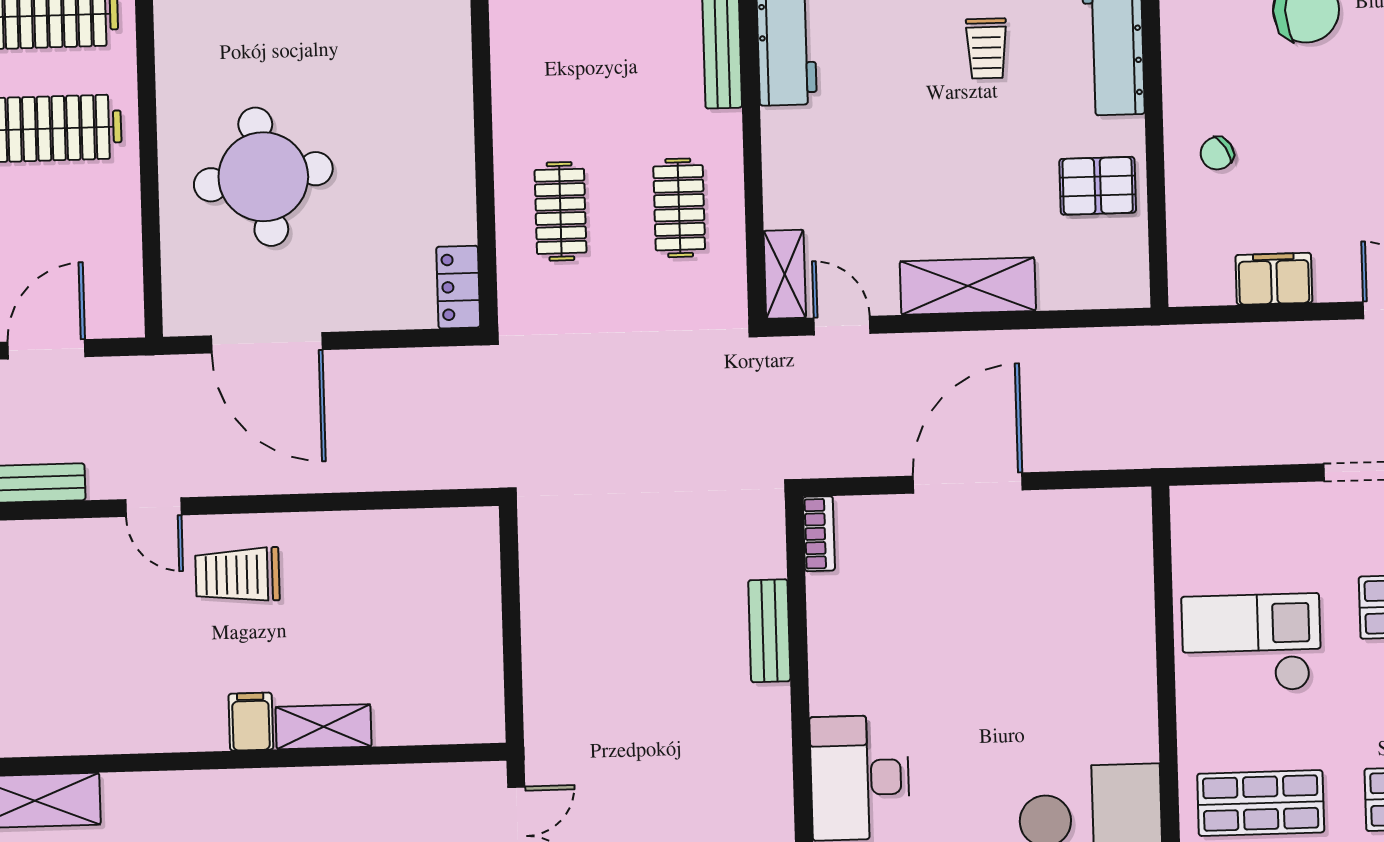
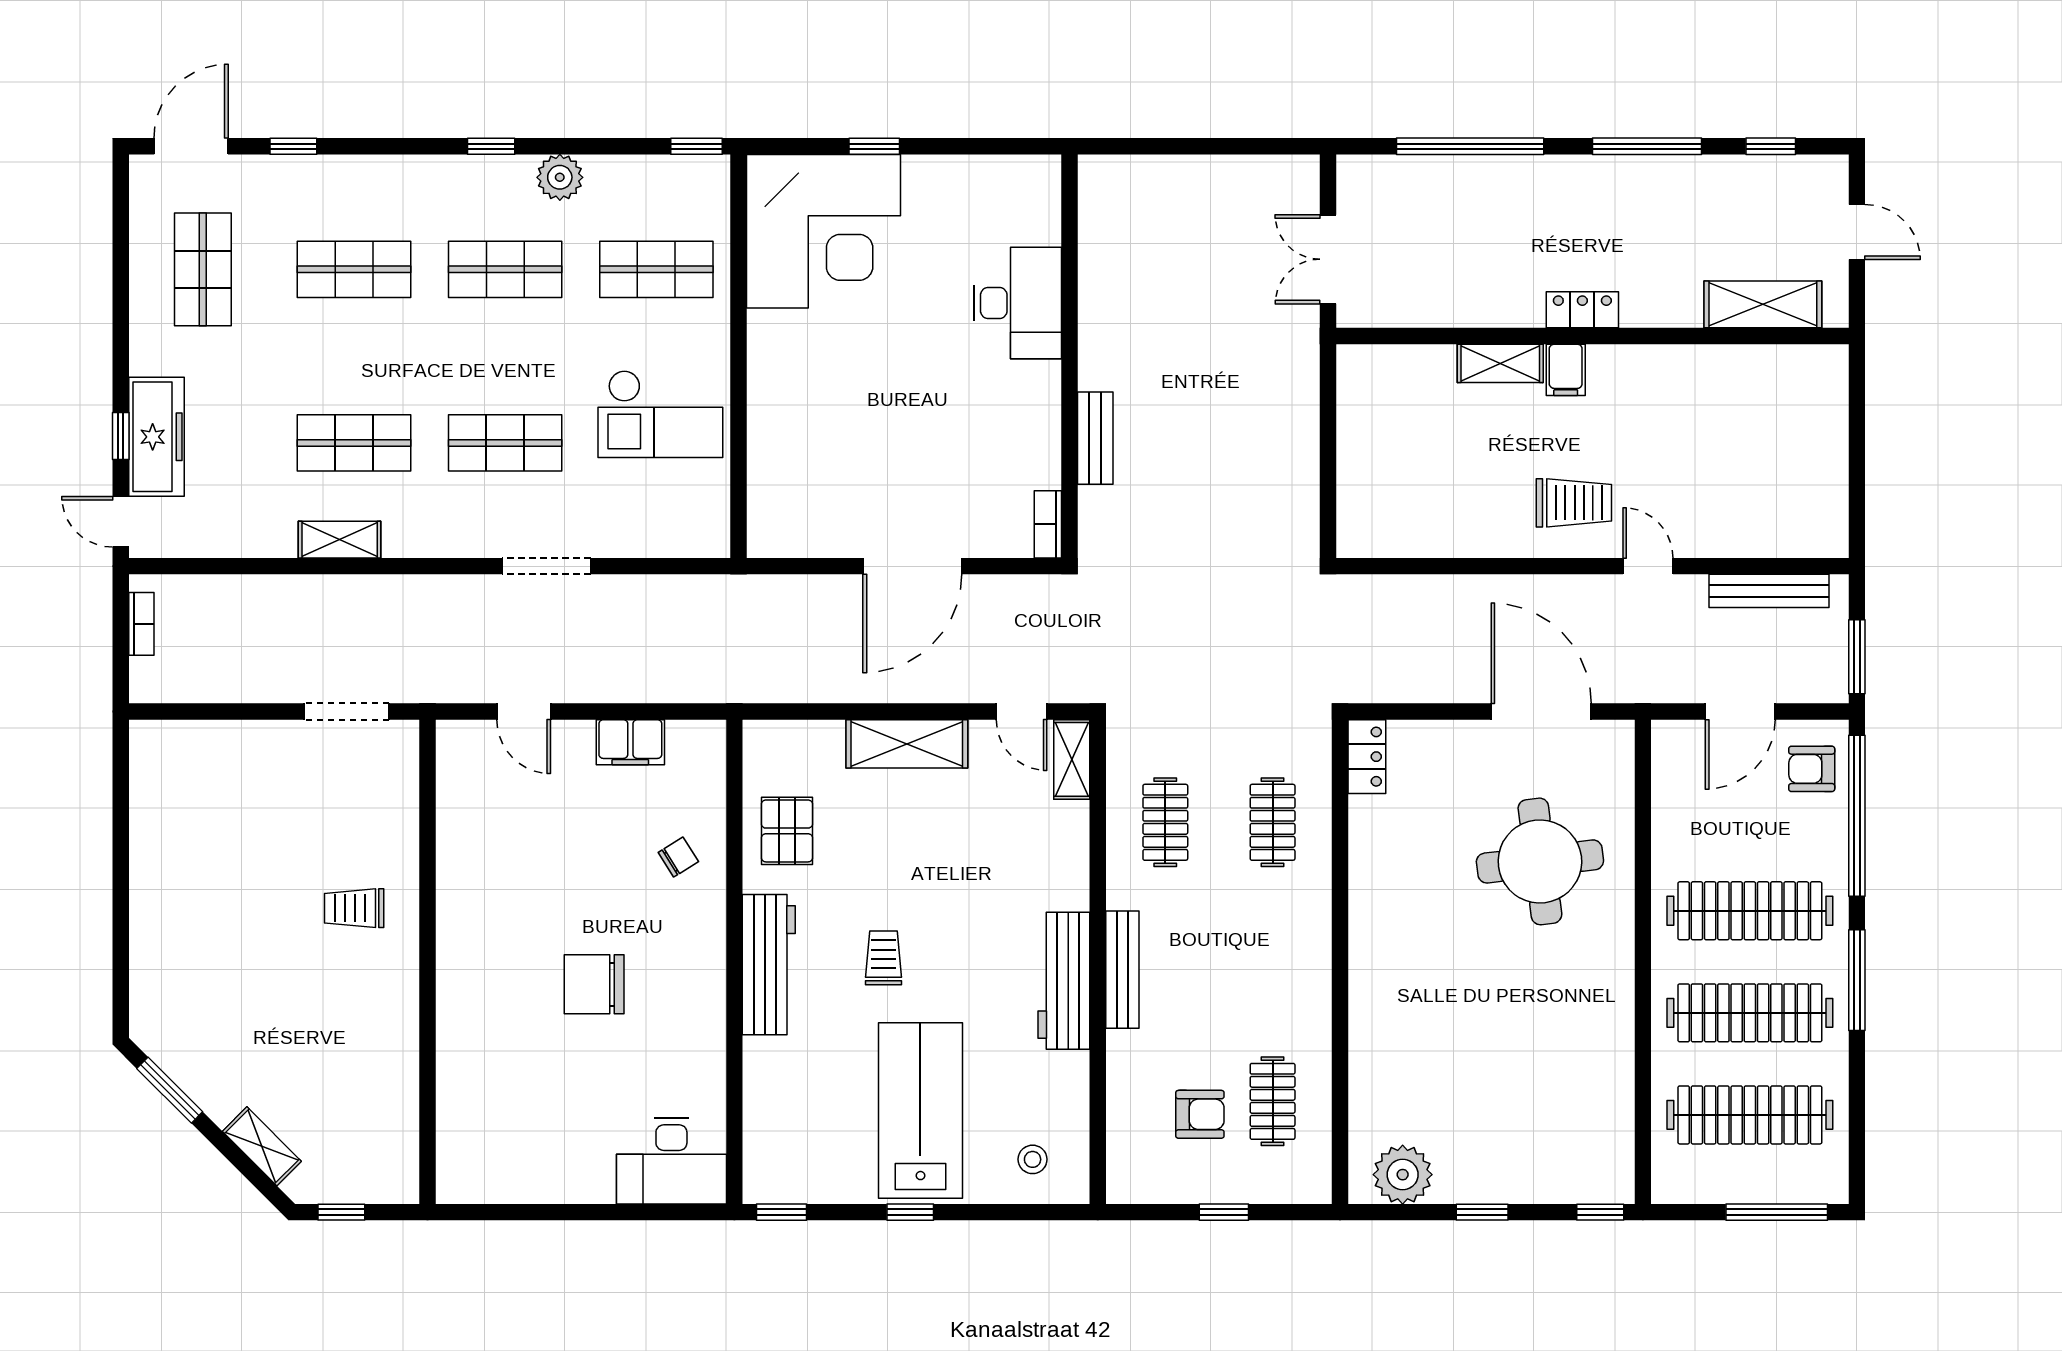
pallet: (1098, 186) -> (787, 831), turned 90
locker: (234, 789) -> (1582, 310), added

